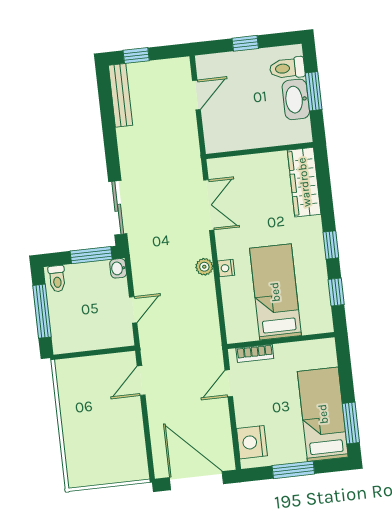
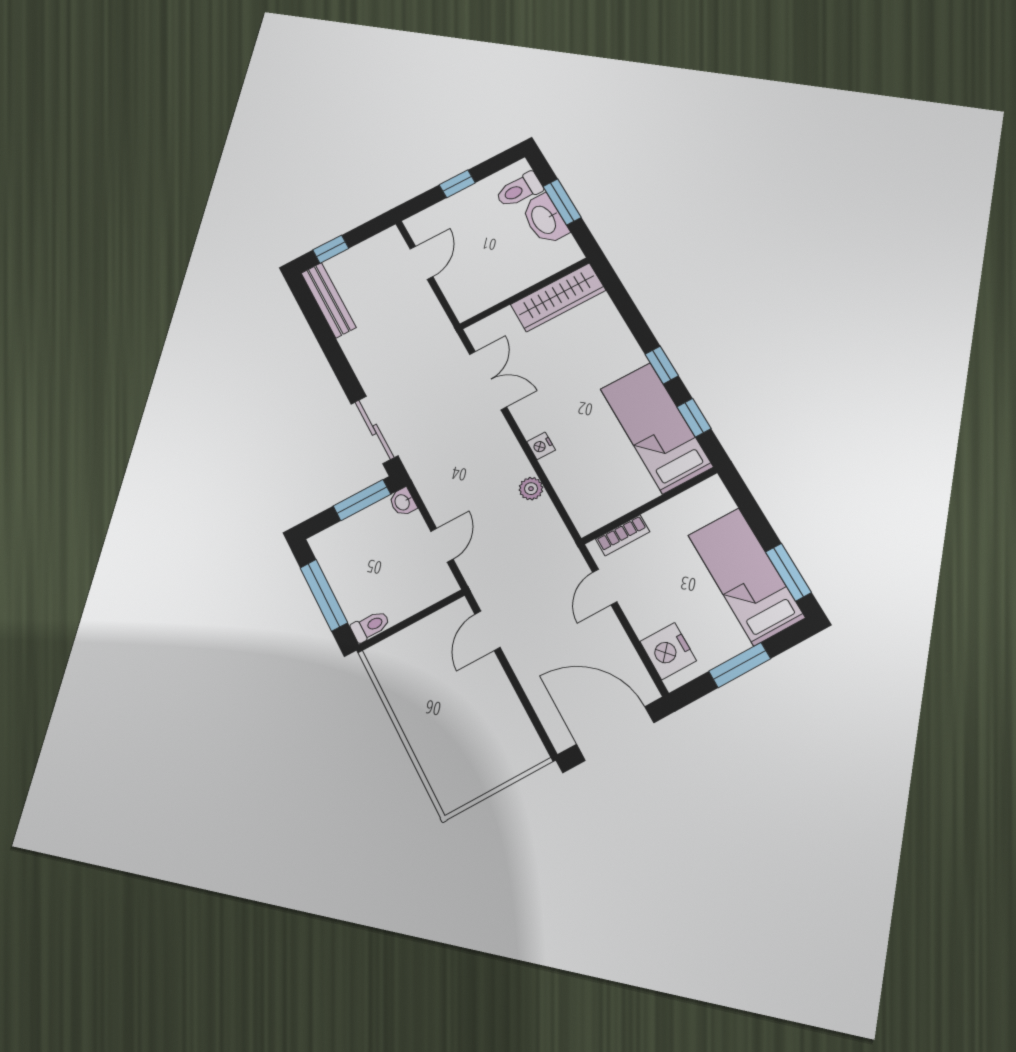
wardrobe: (304, 182) -> (558, 297), moved, turned -90
plant: (204, 267) -> (531, 489), moved
toilet: (57, 279) -> (370, 626), moved, turned -90
bed: (275, 292) -> (656, 428), moved

